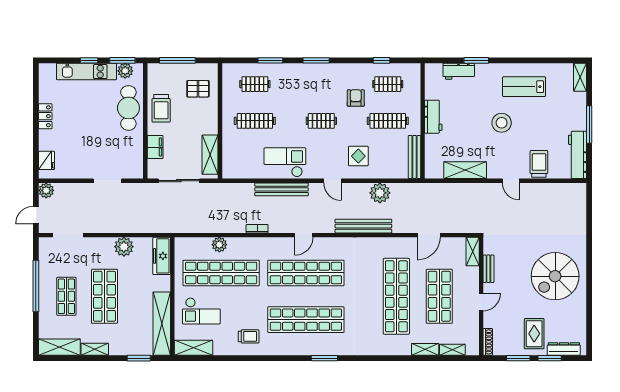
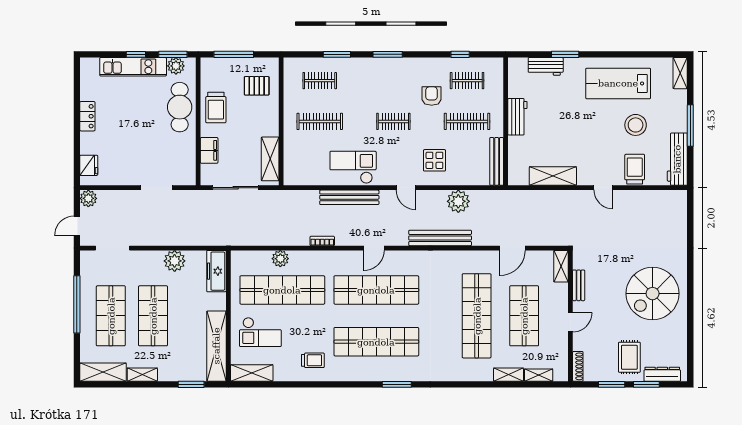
lab bench: (524, 87) -> (618, 83), width x1.36, depth x1.39
stool: (502, 123) -> (636, 125), moved
shop shelf: (66, 296) -> (111, 316), width x1.43, depth x1.36

